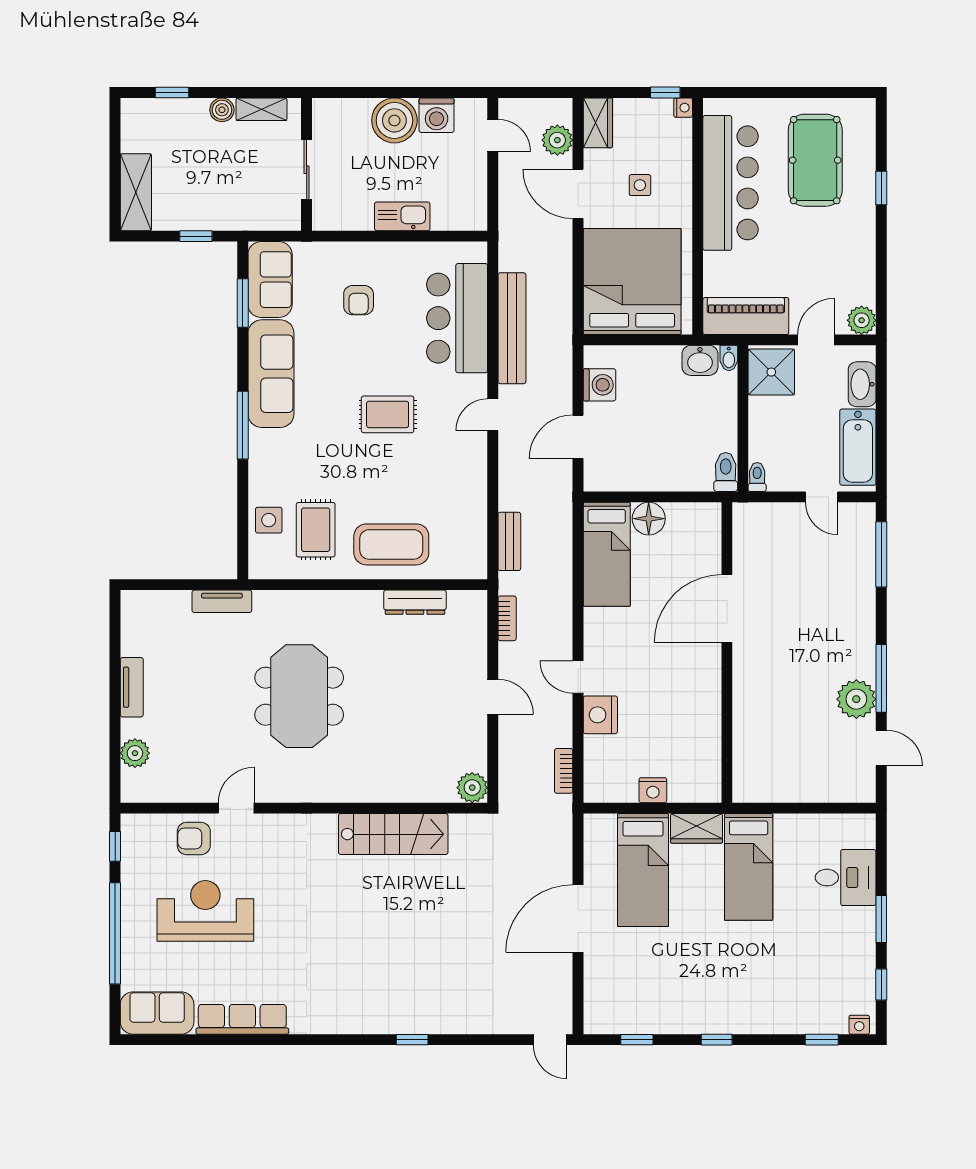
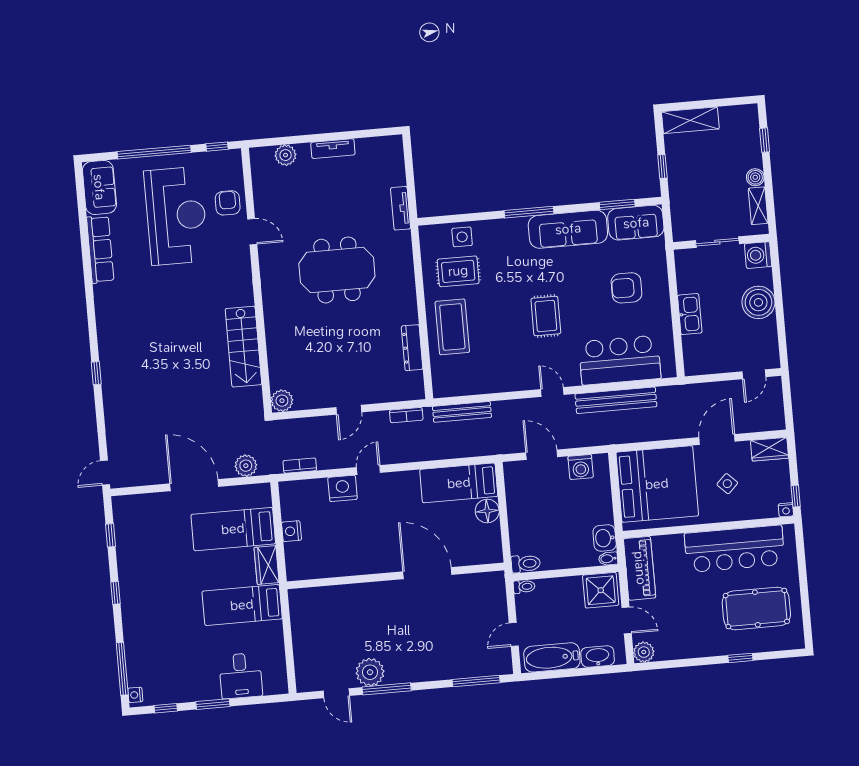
washing machine: (437, 115) -> (758, 255), moved
plant: (557, 140) -> (246, 466), moved
side table: (640, 185) -> (727, 484), turned 45
armchair: (359, 300) -> (626, 288), width x1.38, depth x1.38
bench: (509, 541) -> (462, 412), width x1.36
door: (881, 748) -> (336, 693), hinge flipped
reception desk: (205, 911) -> (176, 216), width x1.36, depth x1.30
window: (822, 1040) -> (122, 669), width x2.17

